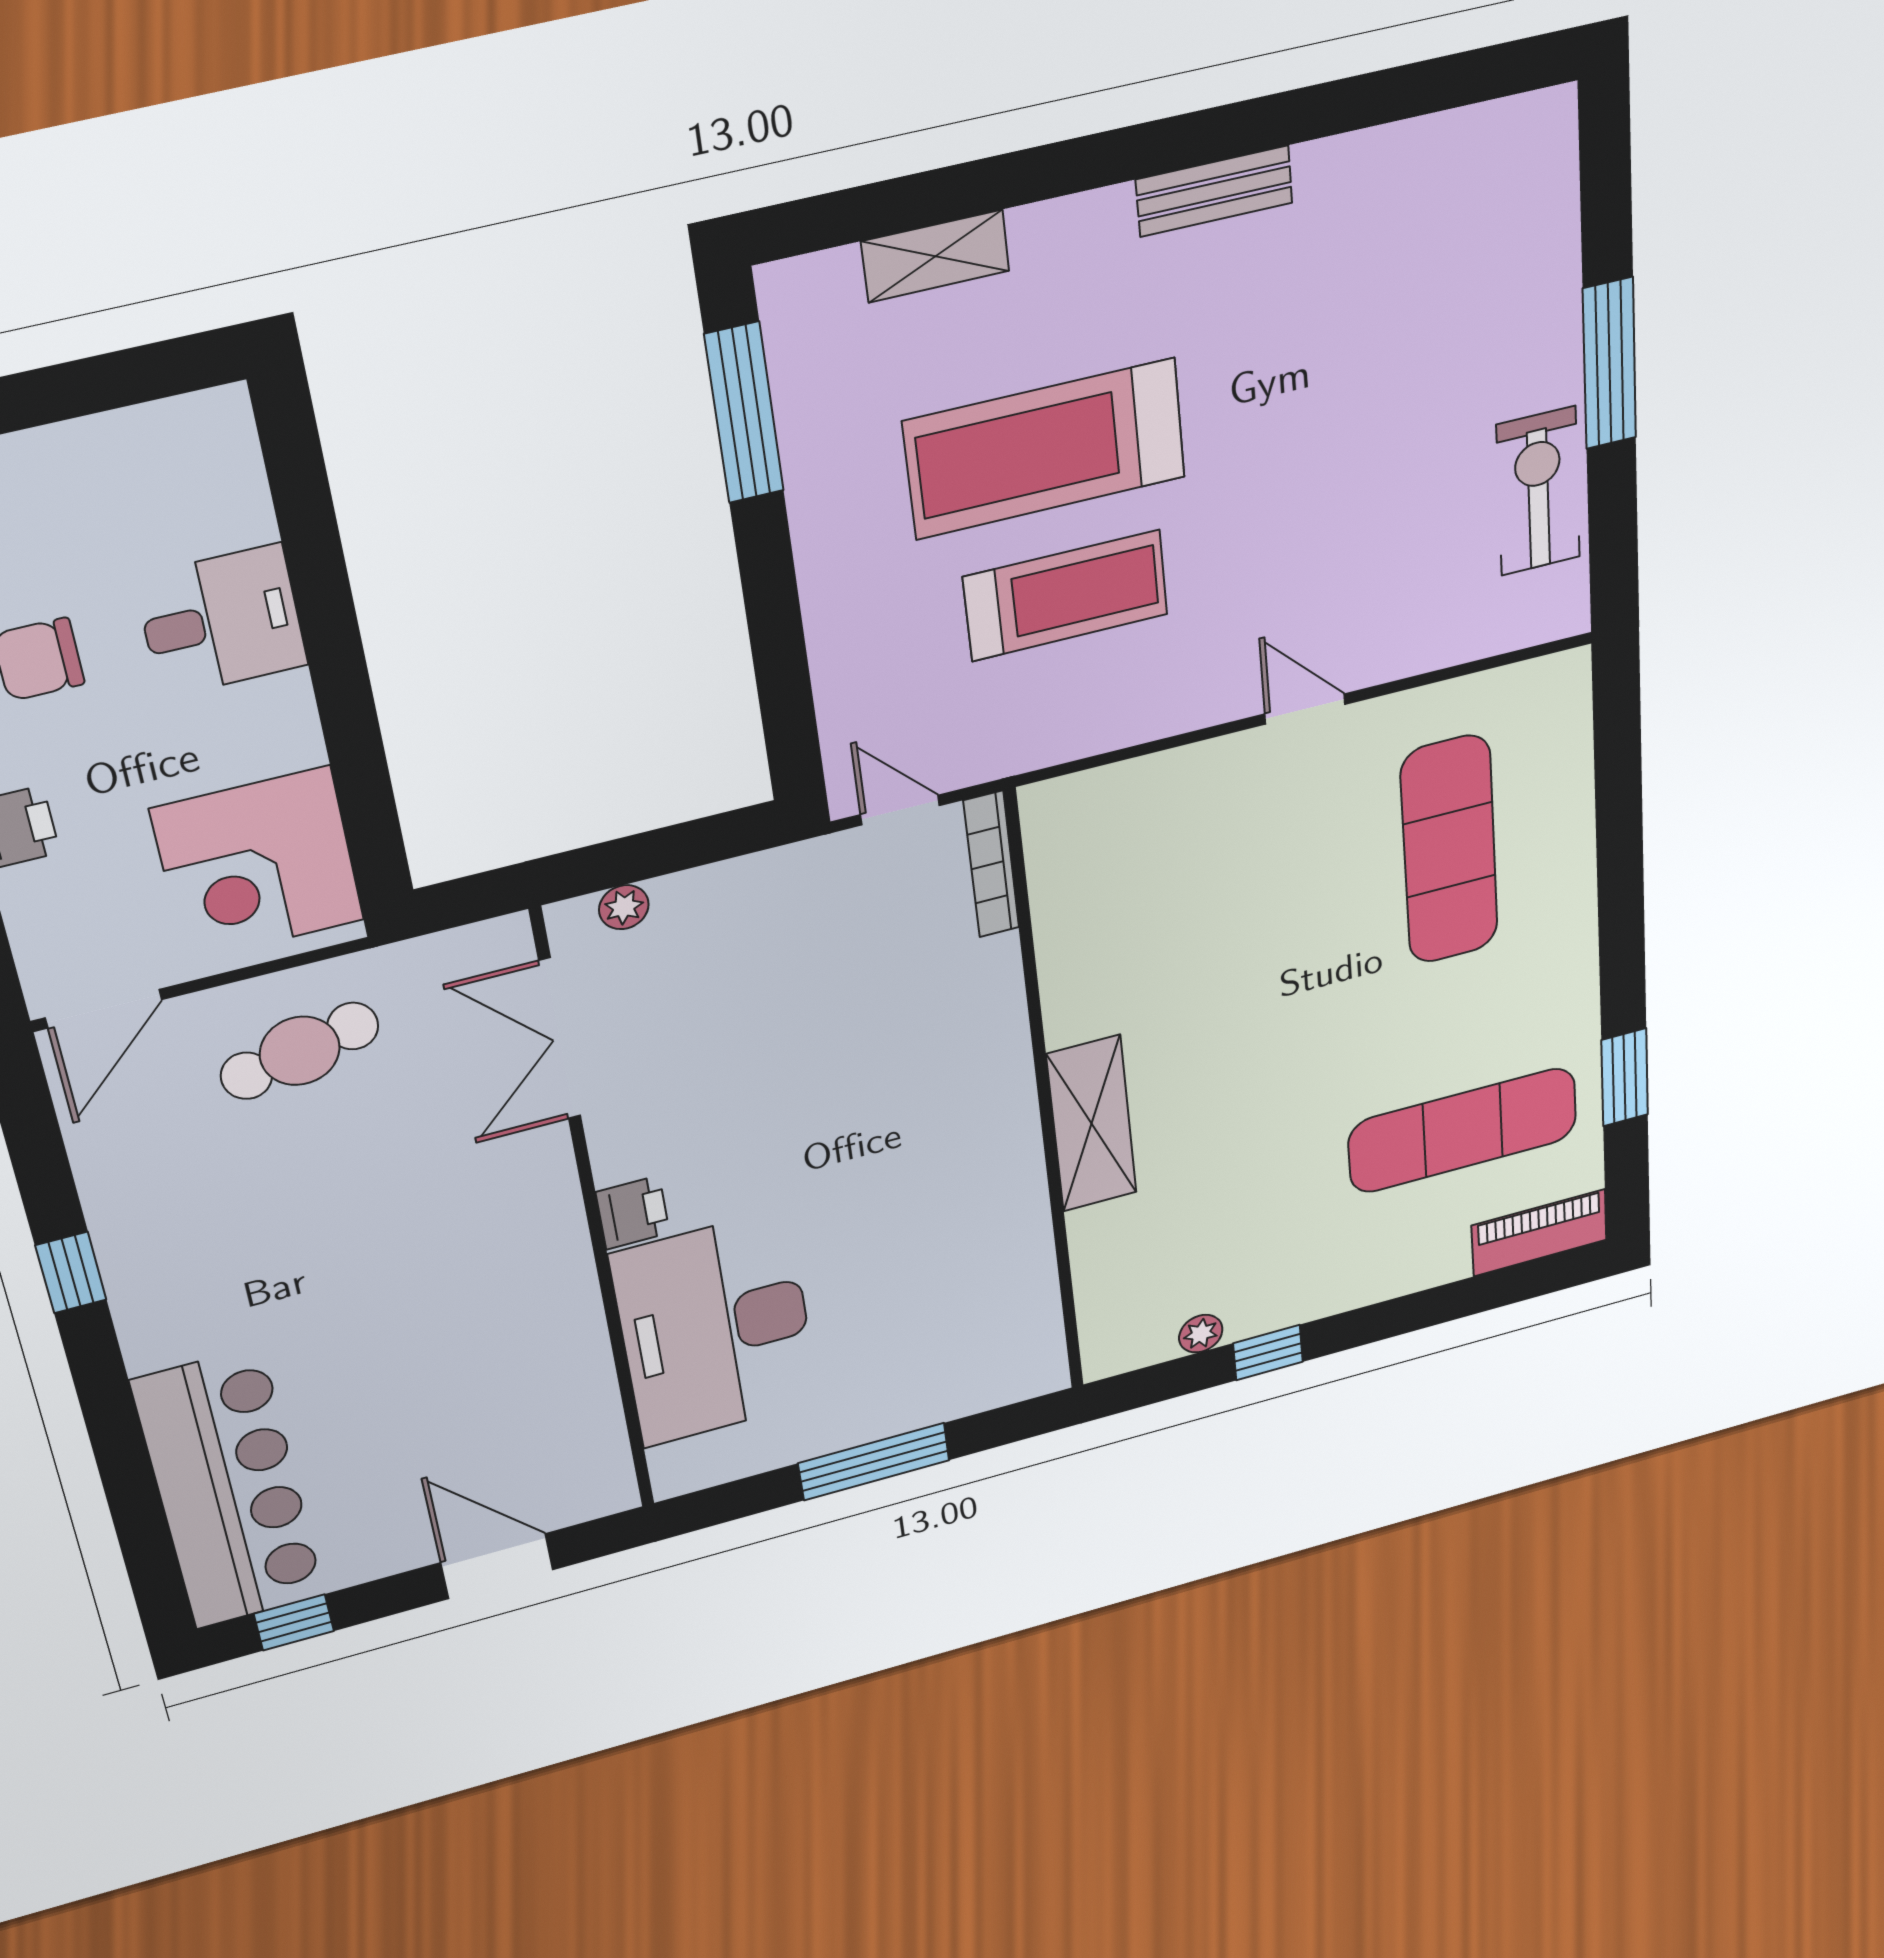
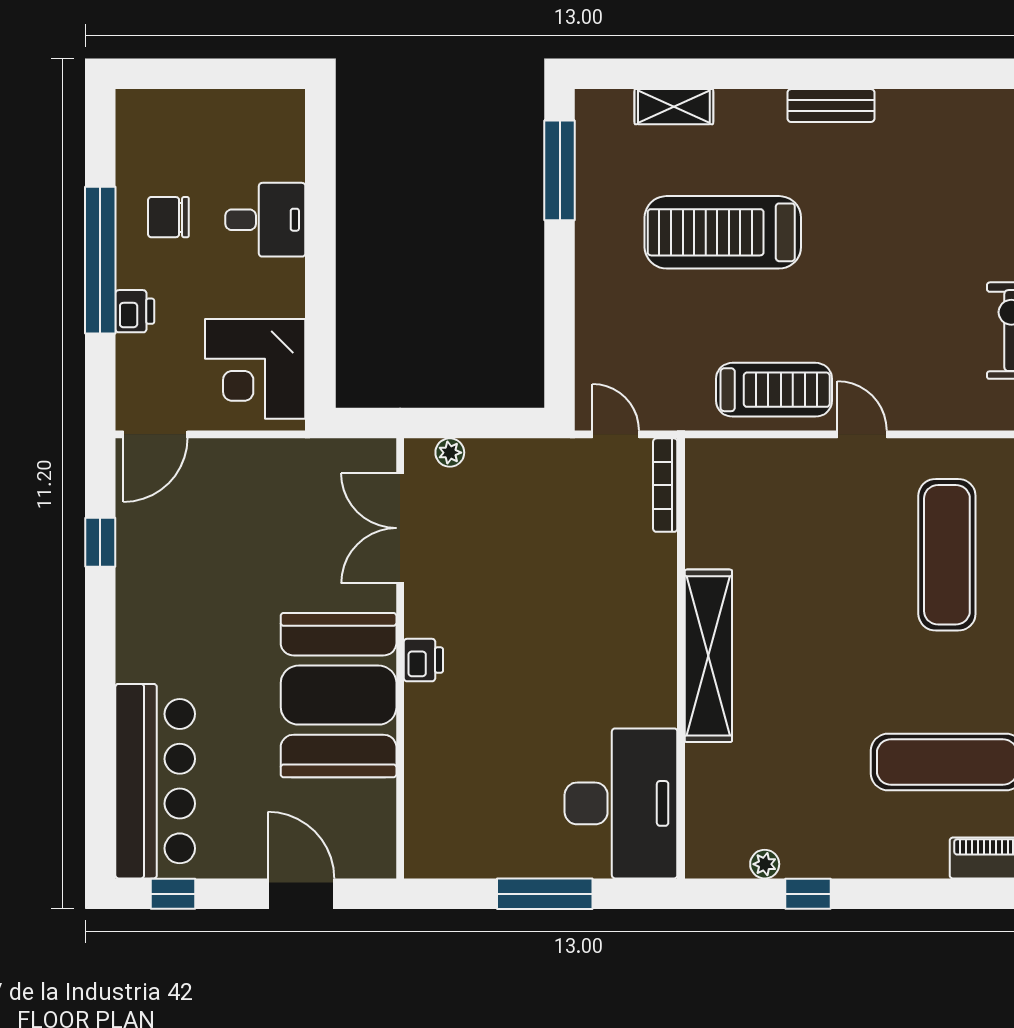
treadmill: (1066, 596) -> (774, 390), moved
cafe table: (300, 1051) -> (255, 493), removed
shelving: (1092, 1124) -> (708, 656), width x1.47
window: (71, 1273) -> (100, 542), moved
booth: (503, 1296) -> (339, 695), added
desk: (715, 1329) -> (621, 803), moved, turned 180

